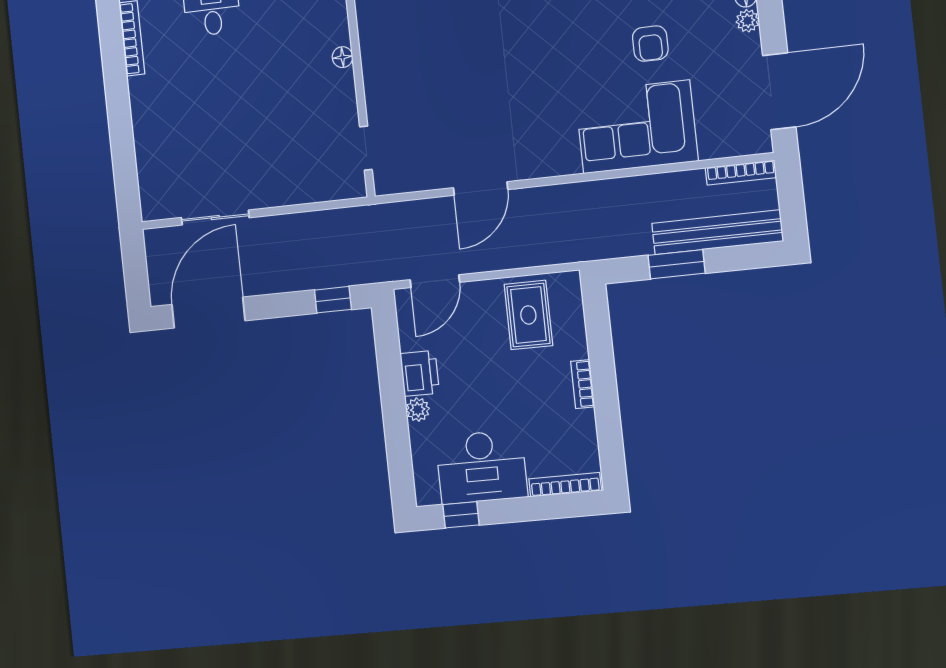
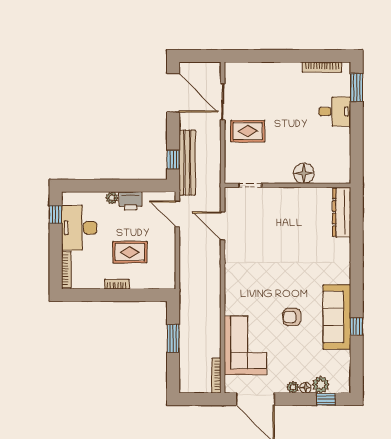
armchair: (650, 44) -> (292, 317), moved
floor lamp: (342, 57) -> (304, 173), width x1.89, depth x1.89
corner sofa: (636, 127) -> (245, 345), moved
rug: (265, 164) -> (248, 131), added
door: (480, 189) -> (223, 226), moved
bench: (717, 232) -> (187, 163), moved
rug: (528, 315) -> (130, 252), moved

